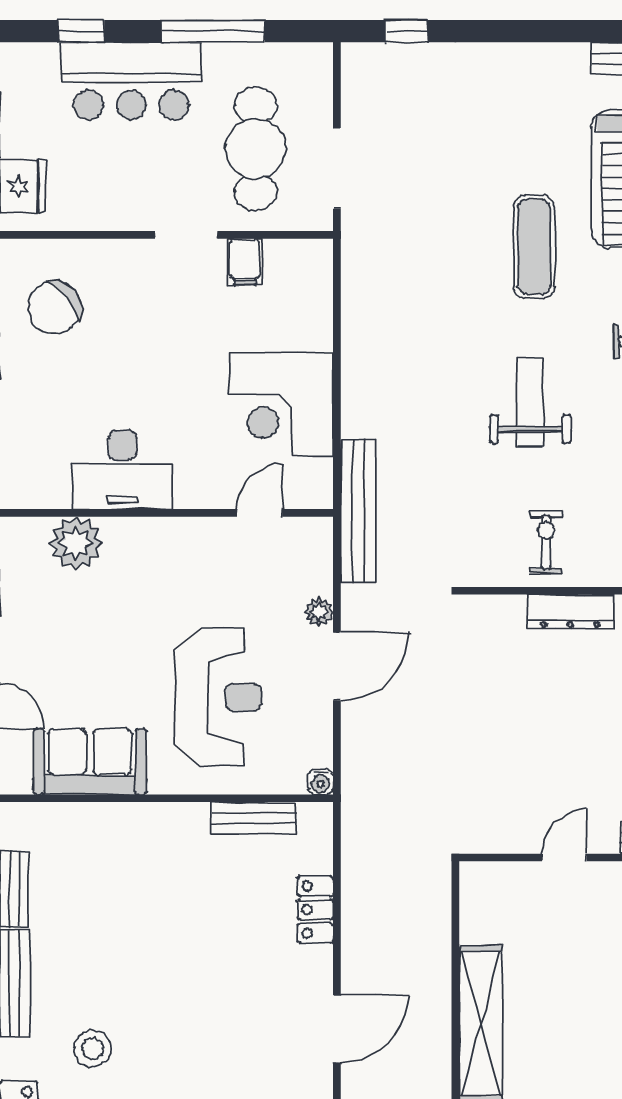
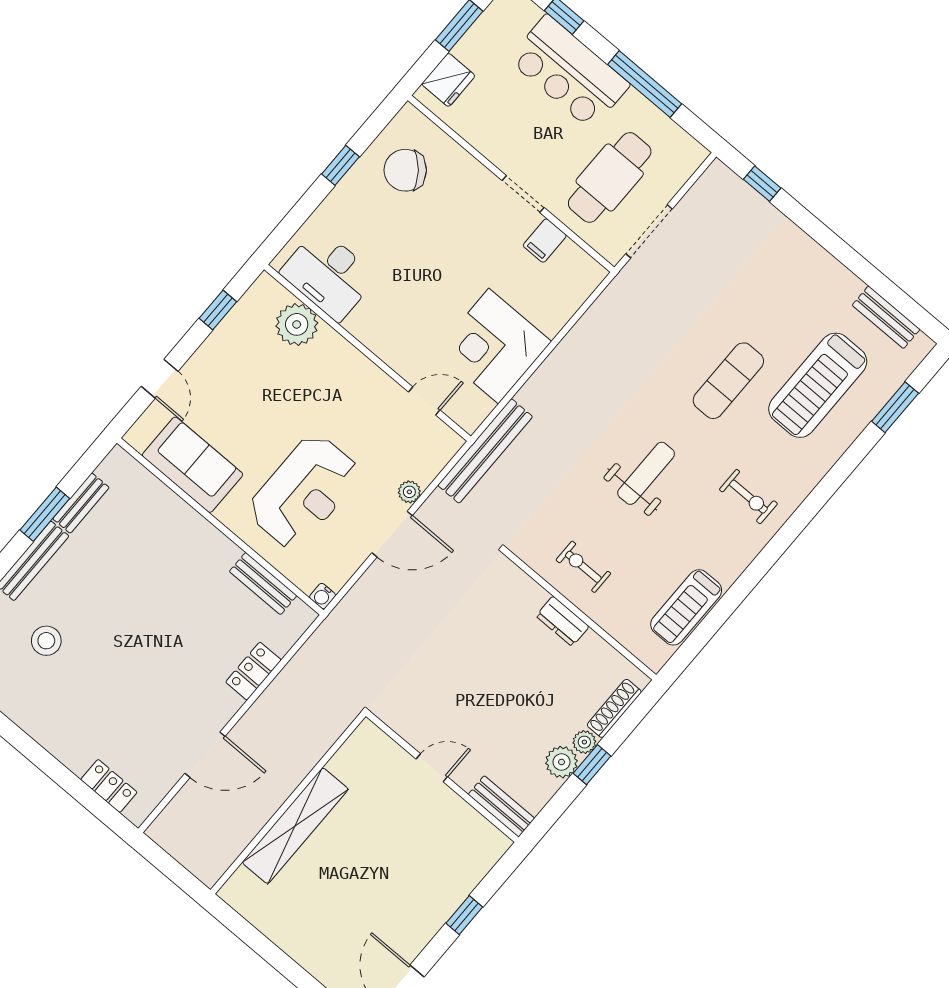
desk: (123, 470) -> (328, 275), moved
exercise bike: (546, 542) -> (583, 567), turned -90
dresser: (570, 611) -> (562, 621), width x0.70

